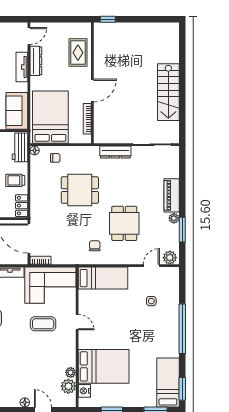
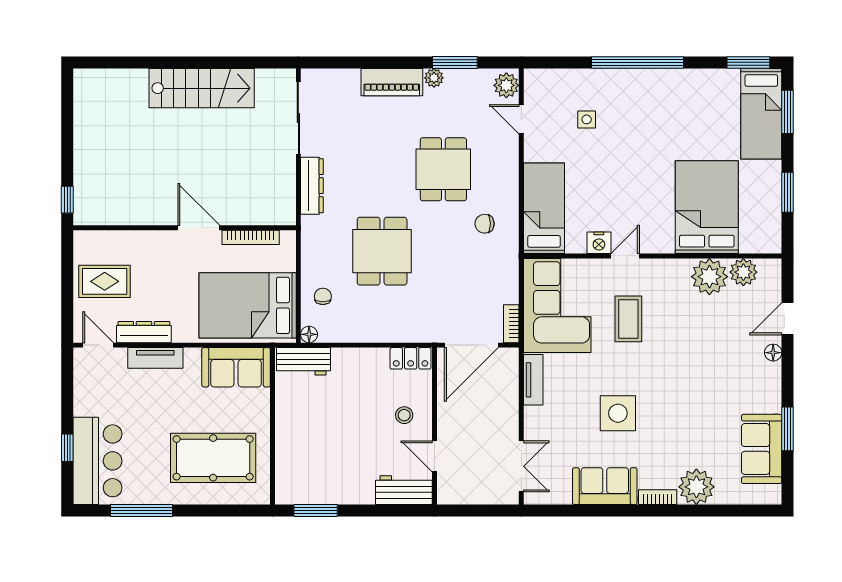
rug: (78, 53) -> (105, 281), moved
trolley: (15, 180) -> (364, 370), removed
dining table: (124, 223) -> (443, 169), turned 90
plant: (71, 372) -> (709, 277), width x1.88, depth x1.88
bed: (168, 382) -> (761, 114), moved, turned -90
nightstand: (84, 391) -> (599, 243), moved

